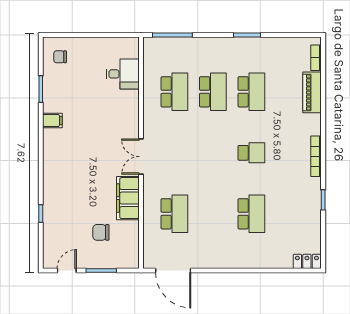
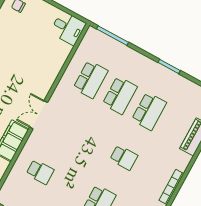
desk: (123, 74) -> (68, 28), moved
school desk: (174, 214) -> (40, 172), width x0.54

